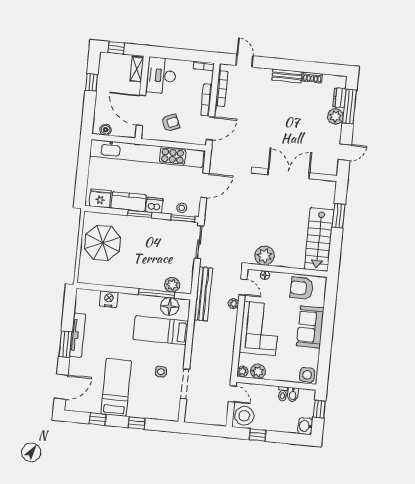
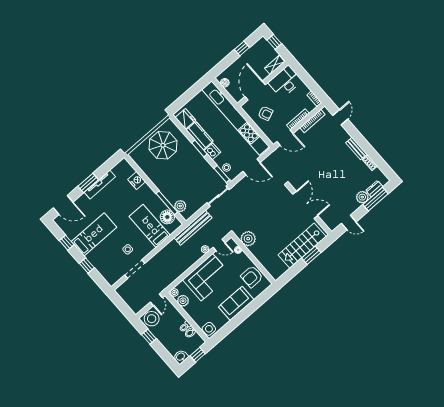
stairs: (319, 239) -> (302, 246), moved
door: (243, 287) -> (219, 245), hinge flipped
armchair: (302, 288) -> (252, 277), turned -90

